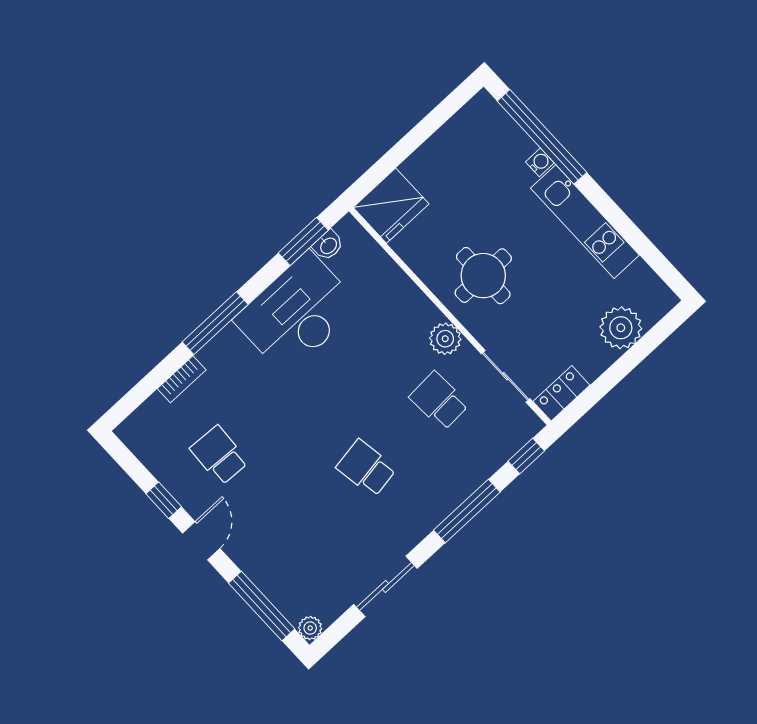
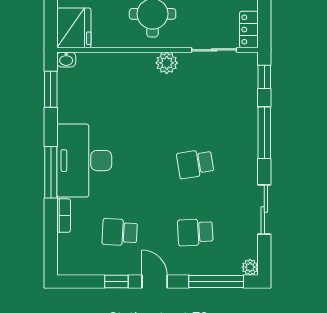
washbasin: (328, 245) -> (66, 59), moved, turned 90
desk: (297, 313) -> (84, 161), moved
school desk: (439, 401) -> (195, 232), moved

